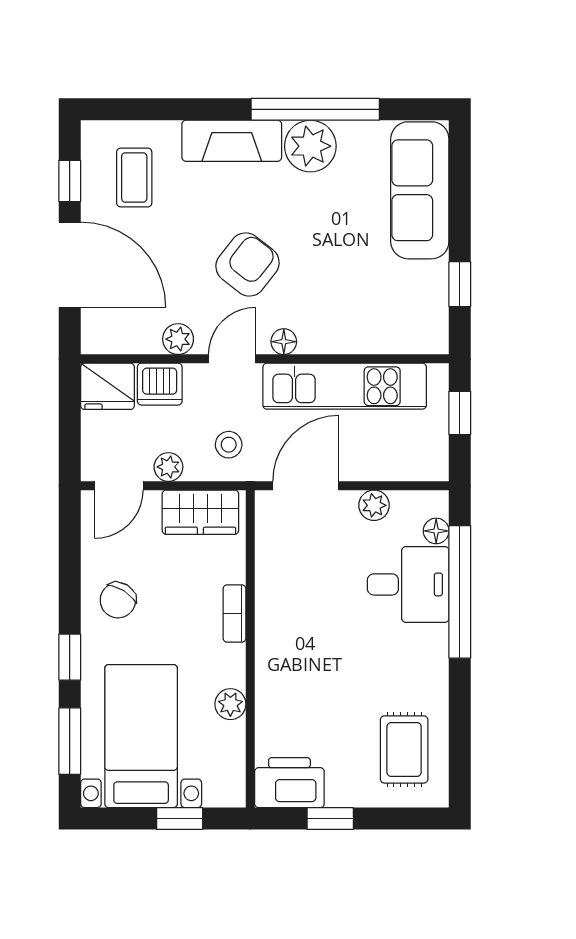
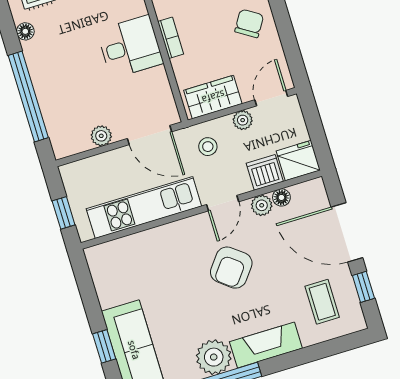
window: (460, 284) -> (104, 346), moved
floor lamp: (284, 342) -> (281, 197), moved
door: (306, 486) -> (150, 135), hinge flipped
floor lamp: (436, 531) -> (25, 31), moved
desk: (408, 584) -> (130, 47), moved, turned 180

